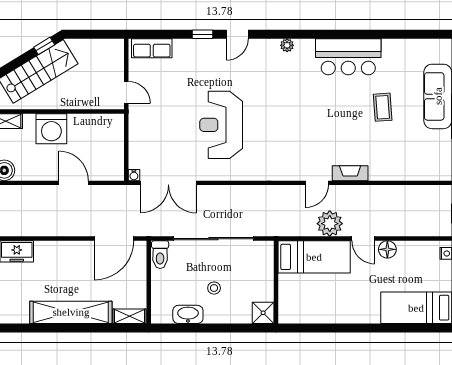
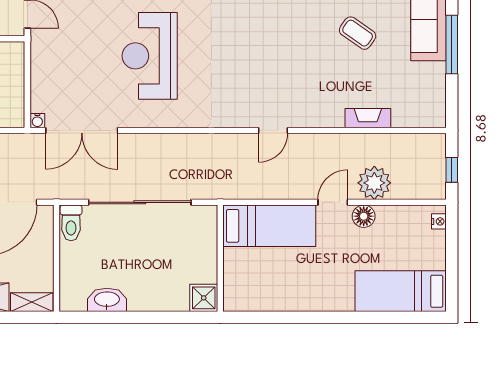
coffee table: (383, 107) -> (358, 33), turned -51
fireplace: (350, 173) -> (368, 118), moved
plant: (330, 224) -> (374, 183), moved
door: (363, 239) -> (333, 202), swing flipped
stool: (214, 288) -> (140, 266), removed

